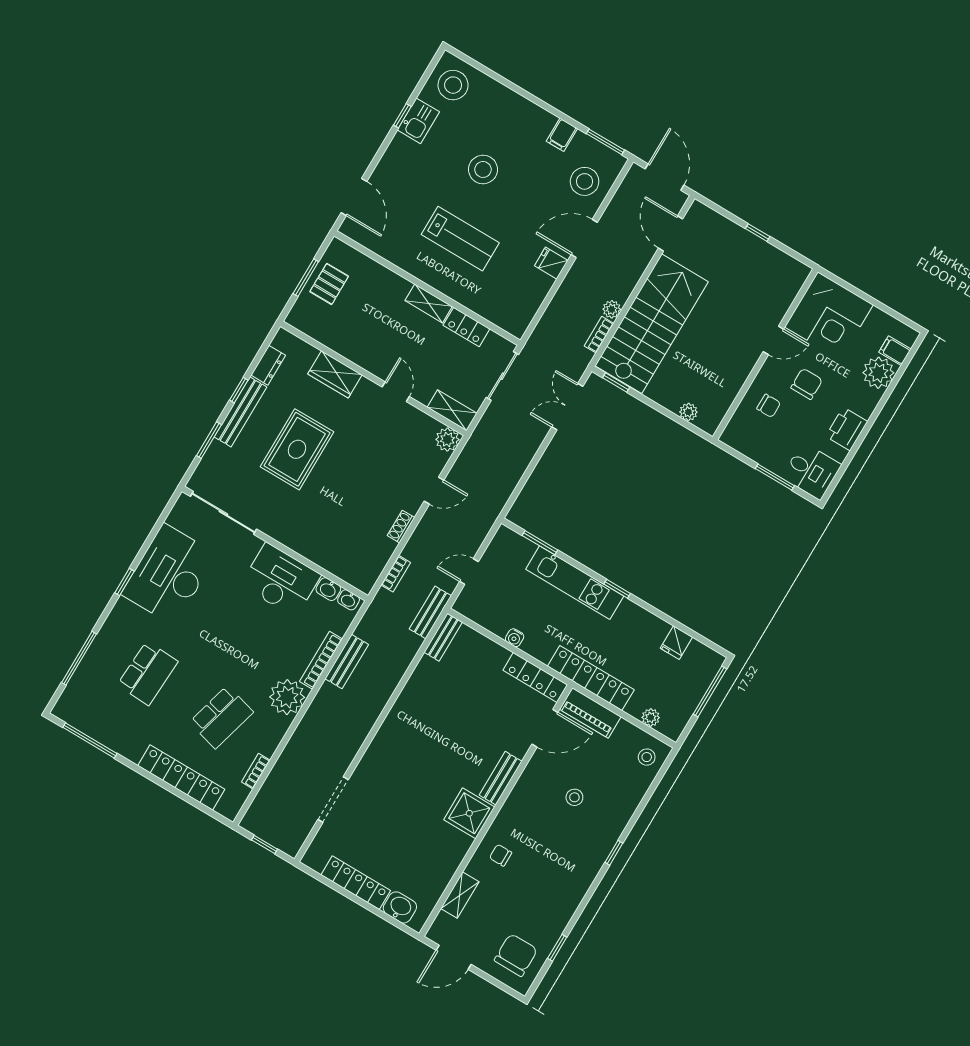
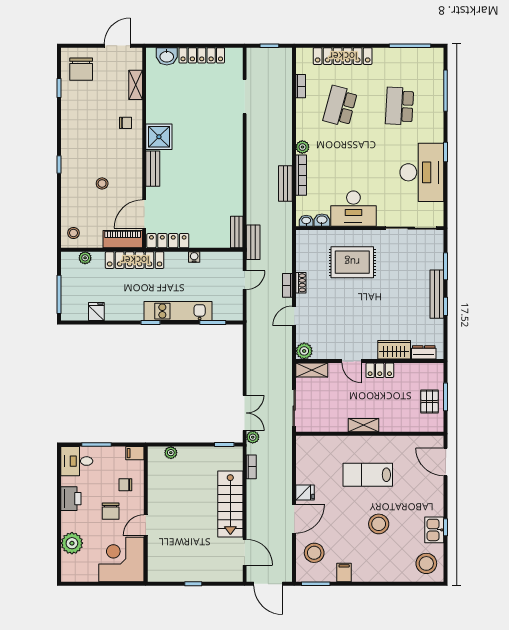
plant: (612, 309) -> (253, 437), moved
stairs: (652, 324) -> (230, 504), width x0.73, depth x0.66
locker: (466, 327) -> (380, 370), moved, turned 180
filing cabinet: (895, 351) -> (135, 453), moved, turned 180
dresser: (268, 365) -> (424, 352), moved, turned 90
rug: (297, 449) -> (352, 262), moved, turned 90
bookcase: (396, 574) -> (287, 285), moved
plant: (287, 697) -> (302, 147), width x0.53, depth x0.53

